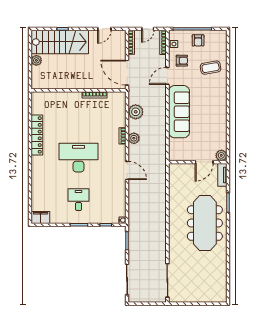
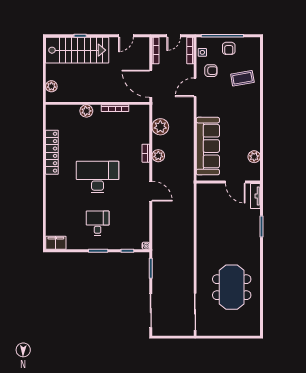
plant: (36, 60) -> (51, 86), moved
plant: (68, 97) -> (86, 111), added
sofa: (179, 112) -> (208, 146), moved
plant: (221, 155) -> (254, 157), moved
door: (204, 162) -> (235, 182), hinge flipped
meeting table: (205, 223) -> (232, 287), moved, width x0.73

